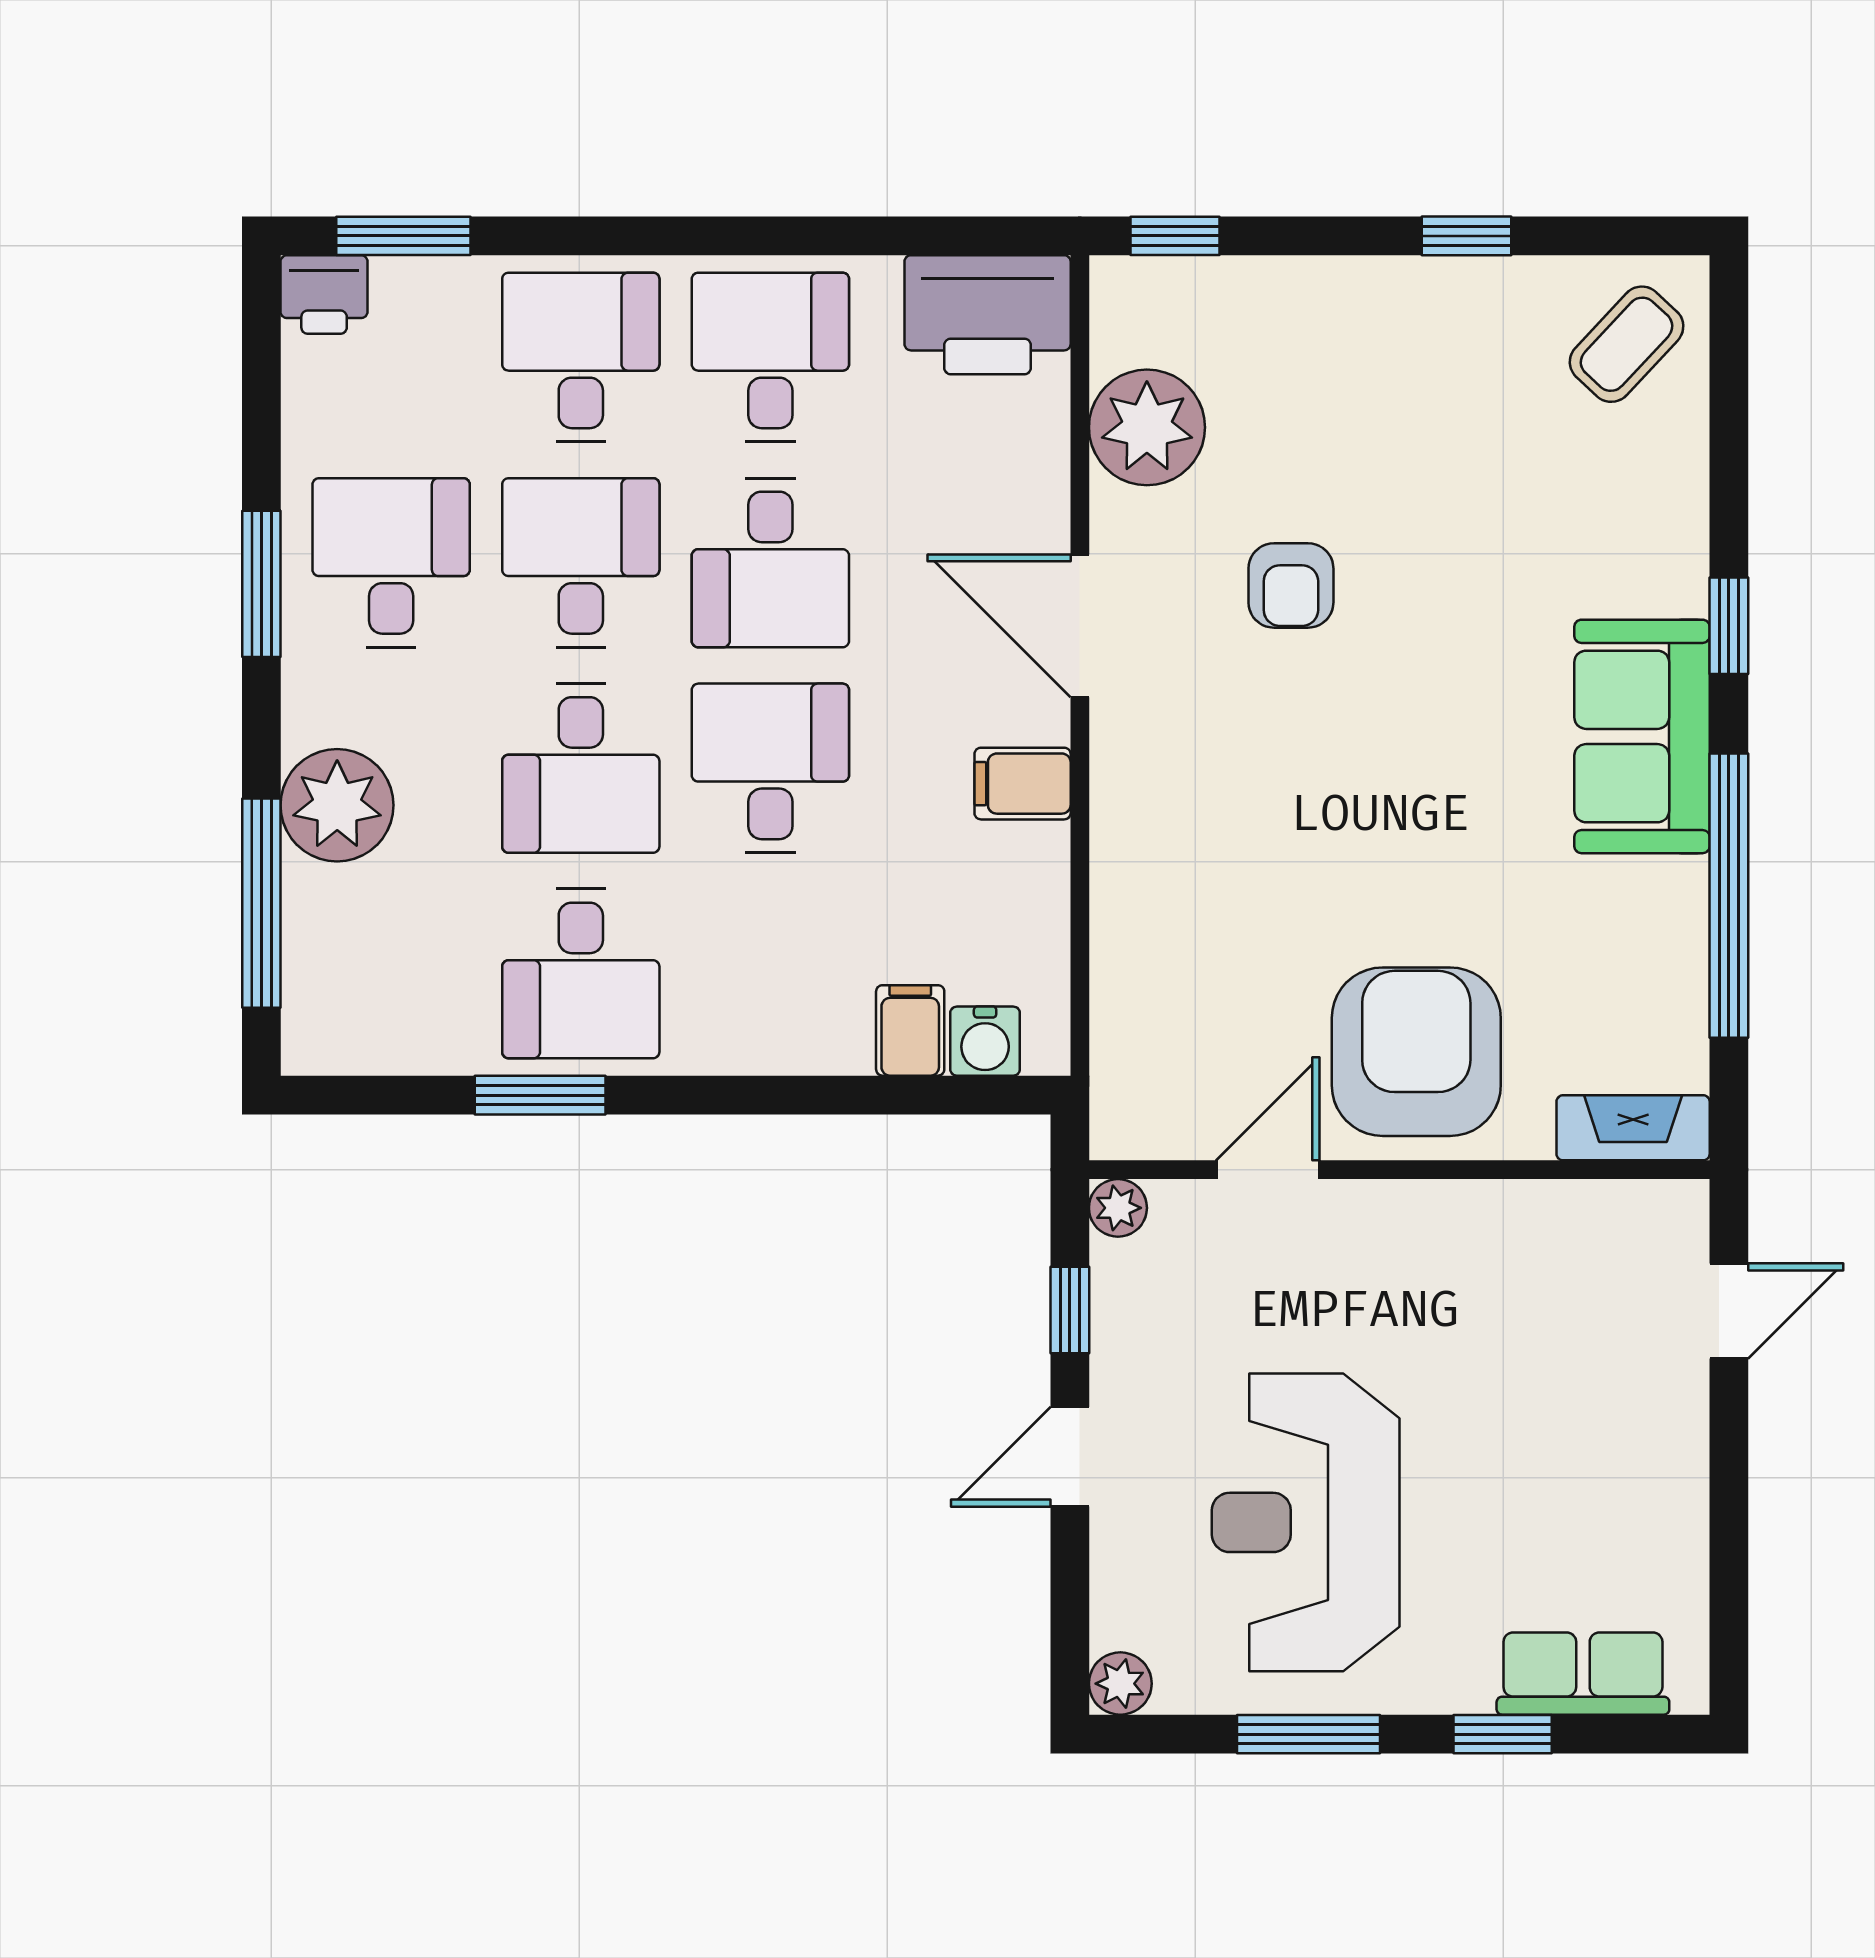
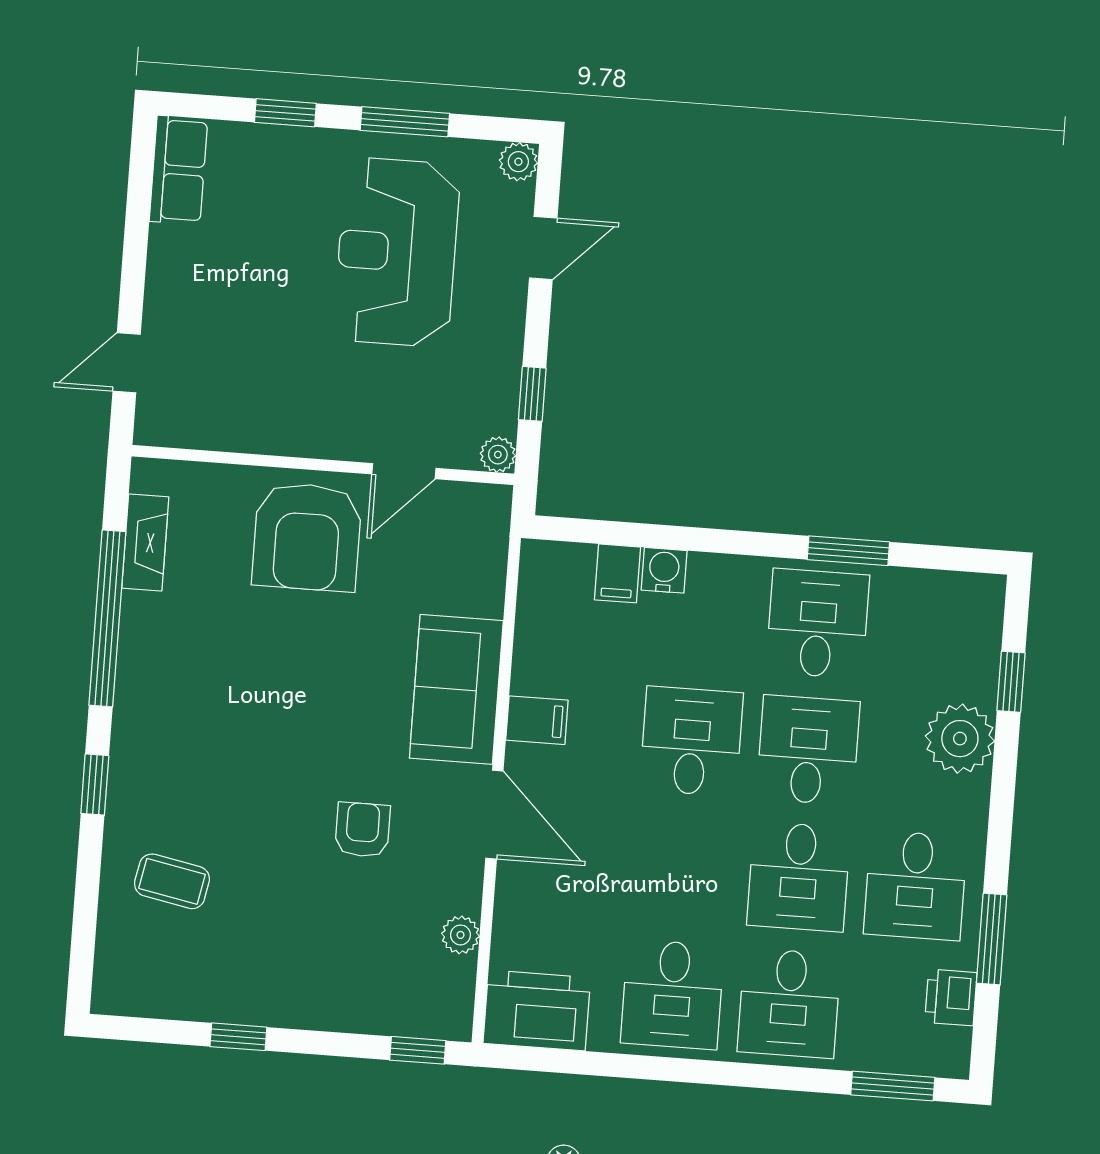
printer: (324, 295) -> (951, 997), moved, turned -90
coffee table: (1627, 344) -> (172, 881), moved, turned 58
plant: (1147, 427) -> (460, 935), width x0.53, depth x0.53
desk: (770, 563) -> (682, 868), removed
window: (261, 584) -> (992, 939), moved
sofa: (1642, 736) -> (456, 689), moved, turned 180
desk: (770, 768) -> (691, 741), turned 180
window: (261, 903) -> (1011, 682), width x0.46
water cooler: (985, 1041) -> (664, 570), moved
fireplace: (1633, 1128) -> (145, 543), moved, turned -90
door: (1070, 1457) -> (543, 248), moved
reception desk: (1306, 1522) -> (397, 252), turned 180
row of seats: (1583, 1674) -> (178, 170), moved, turned -90

